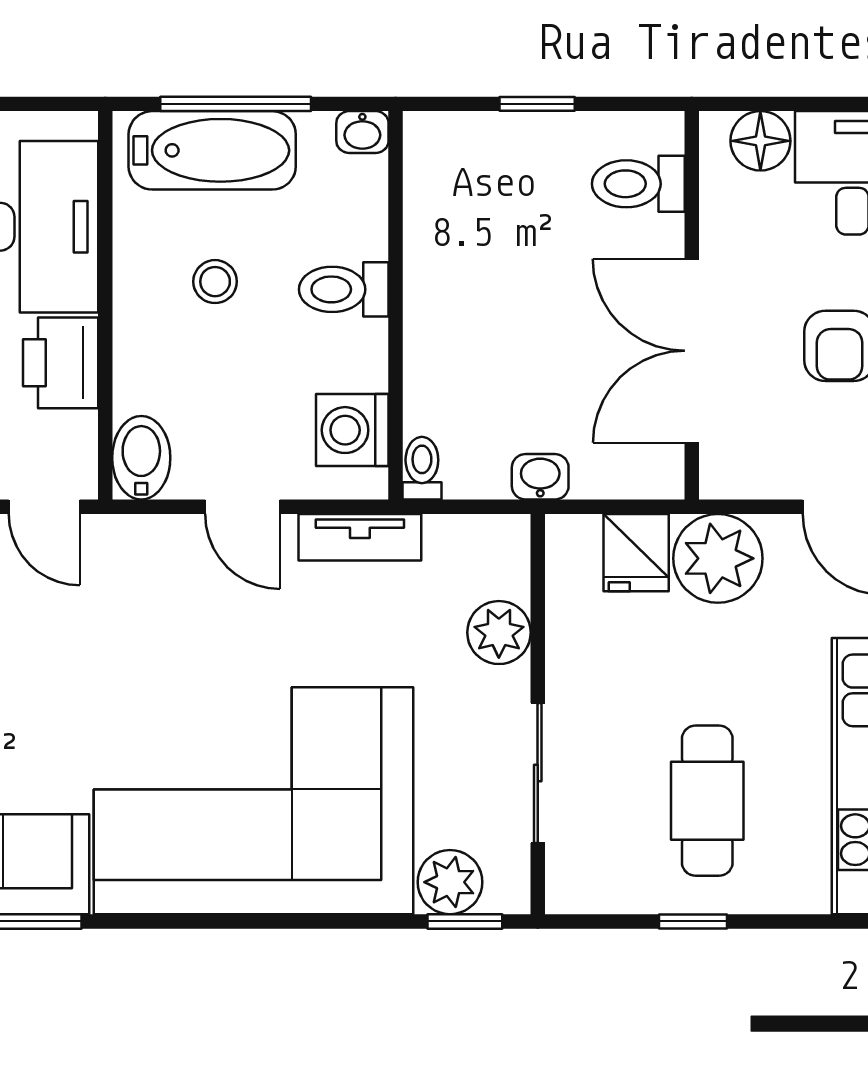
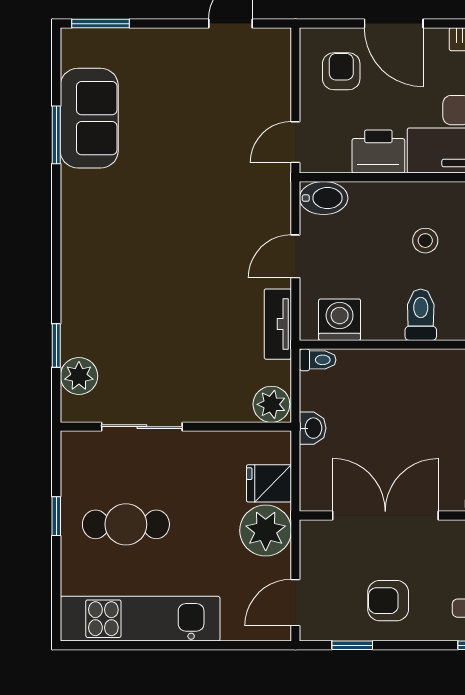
plant: (499, 633) -> (271, 404), moved
corner sofa: (253, 801) -> (126, 263), removed
window: (465, 921) -> (56, 346), moved

